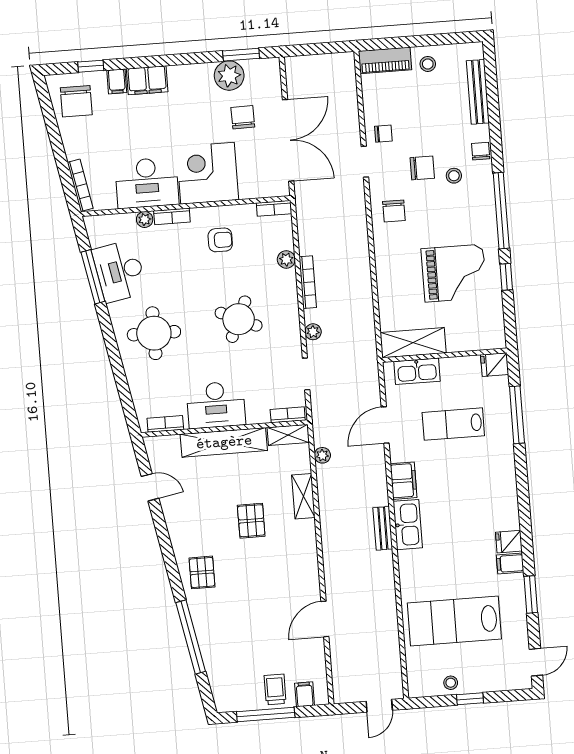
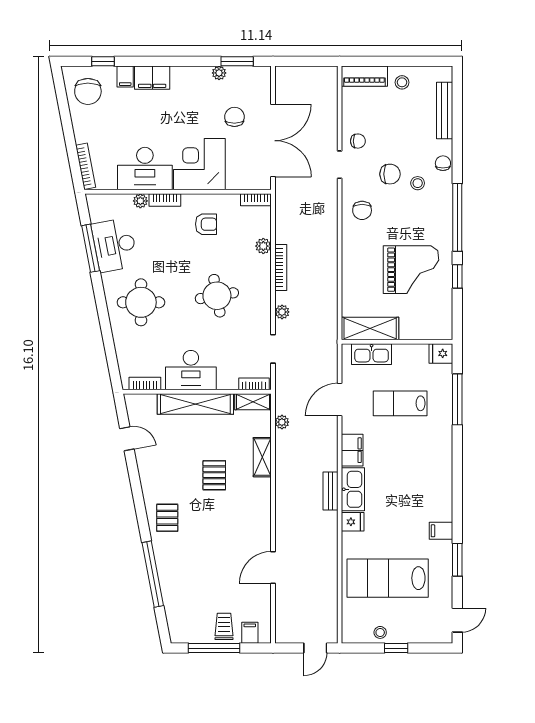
plant: (229, 76) -> (219, 73), width x0.53, depth x0.53
round table: (239, 319) -> (217, 296), turned -34
fridge: (509, 542) -> (353, 522), moved, turned 180

